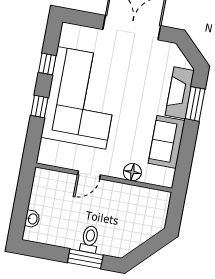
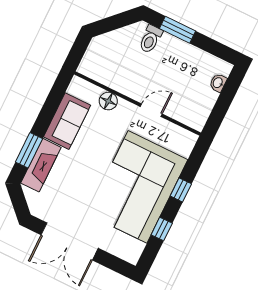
toilet: (90, 239) -> (150, 39), moved

